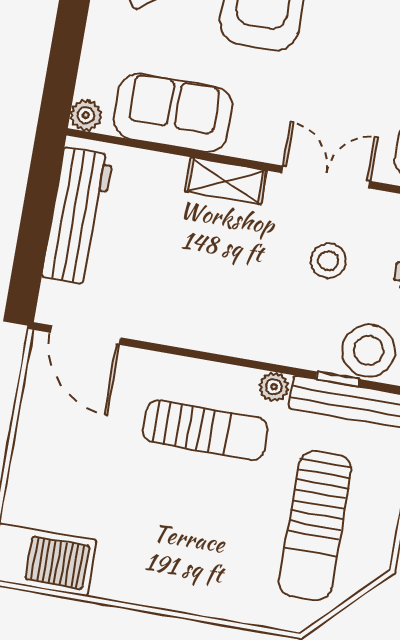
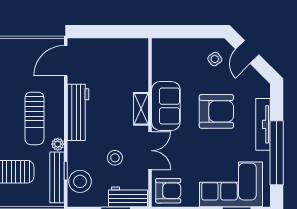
sofa: (173, 113) -> (166, 106), moved
plant: (86, 115) -> (158, 45), removed
workbench: (77, 216) -> (78, 112), moved, turned -90

